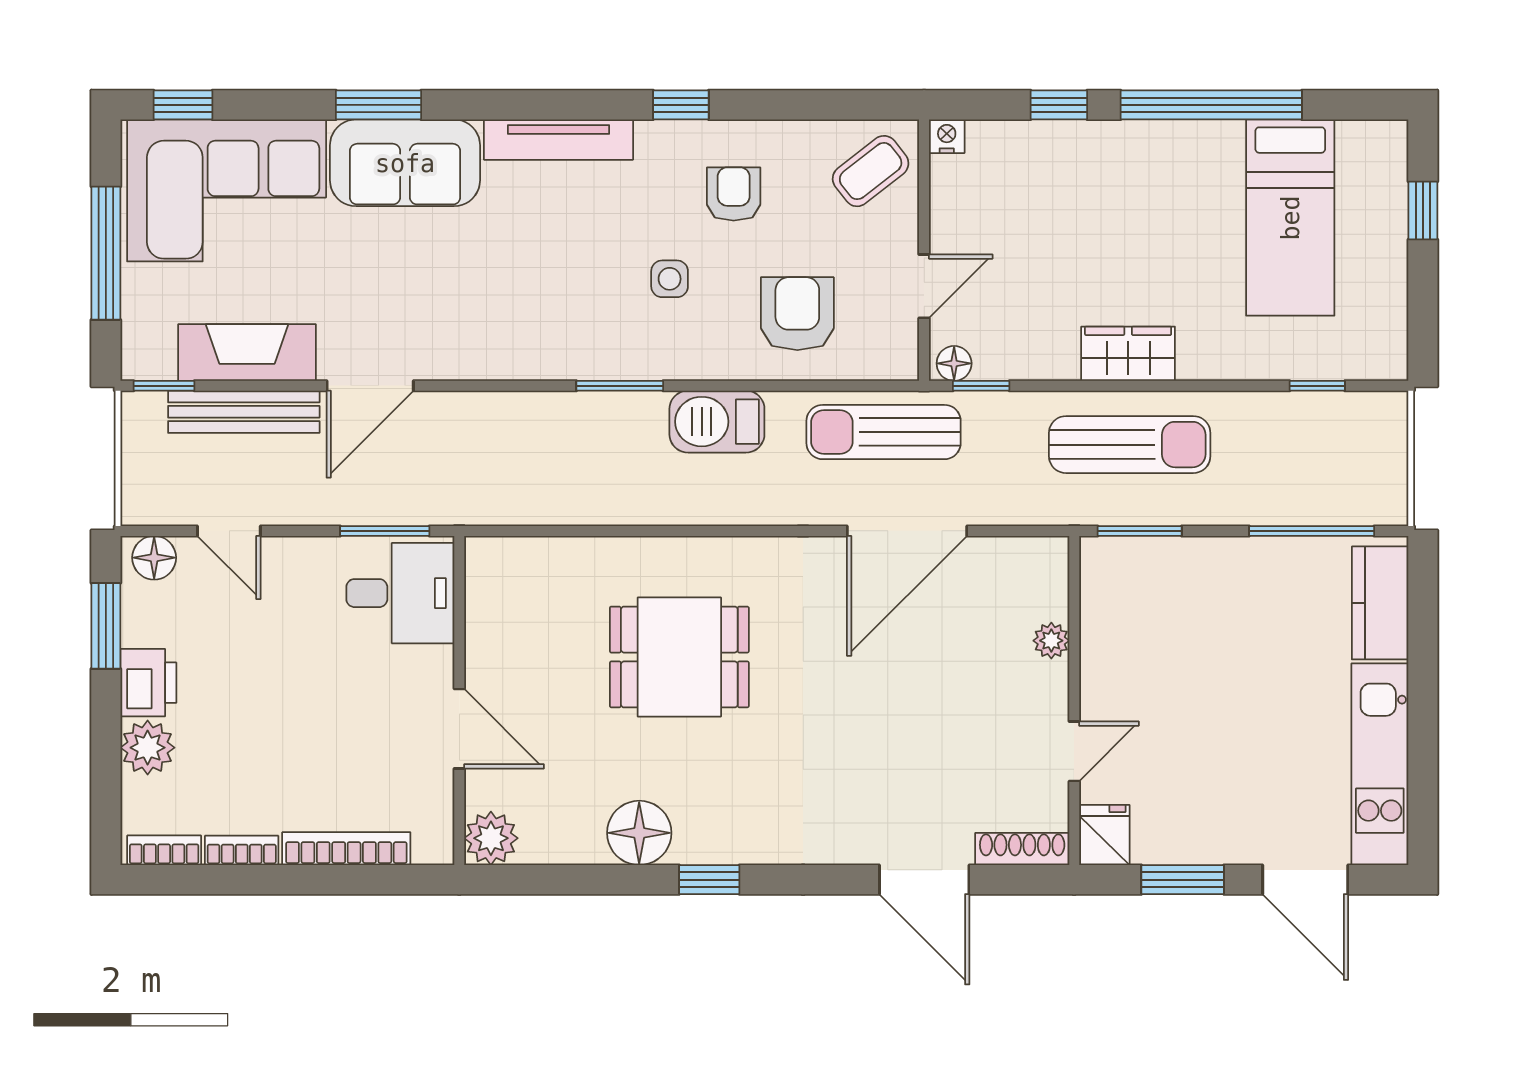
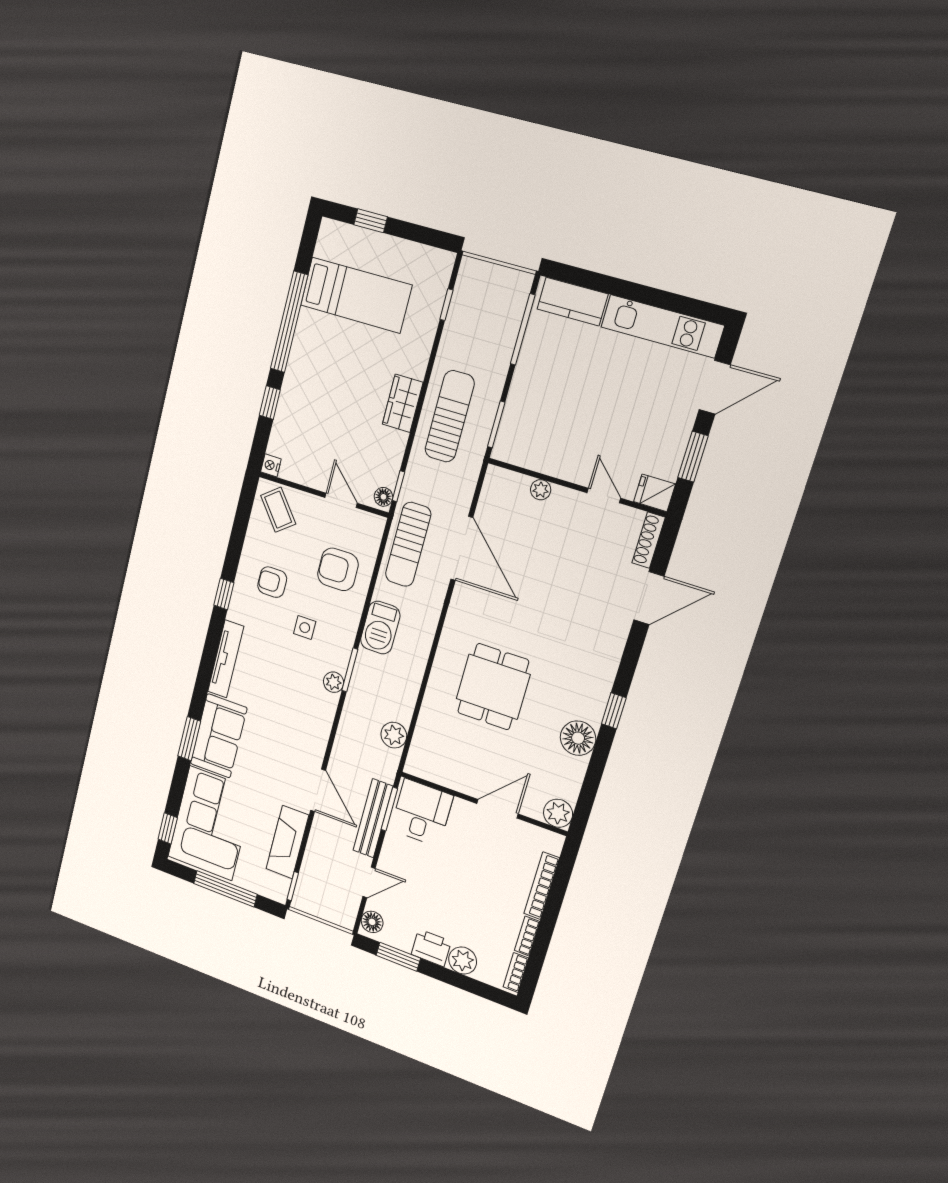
plant: (586, 361) -> (334, 682), added
bench: (244, 412) -> (373, 818), moved
plant: (527, 501) -> (394, 735), added

